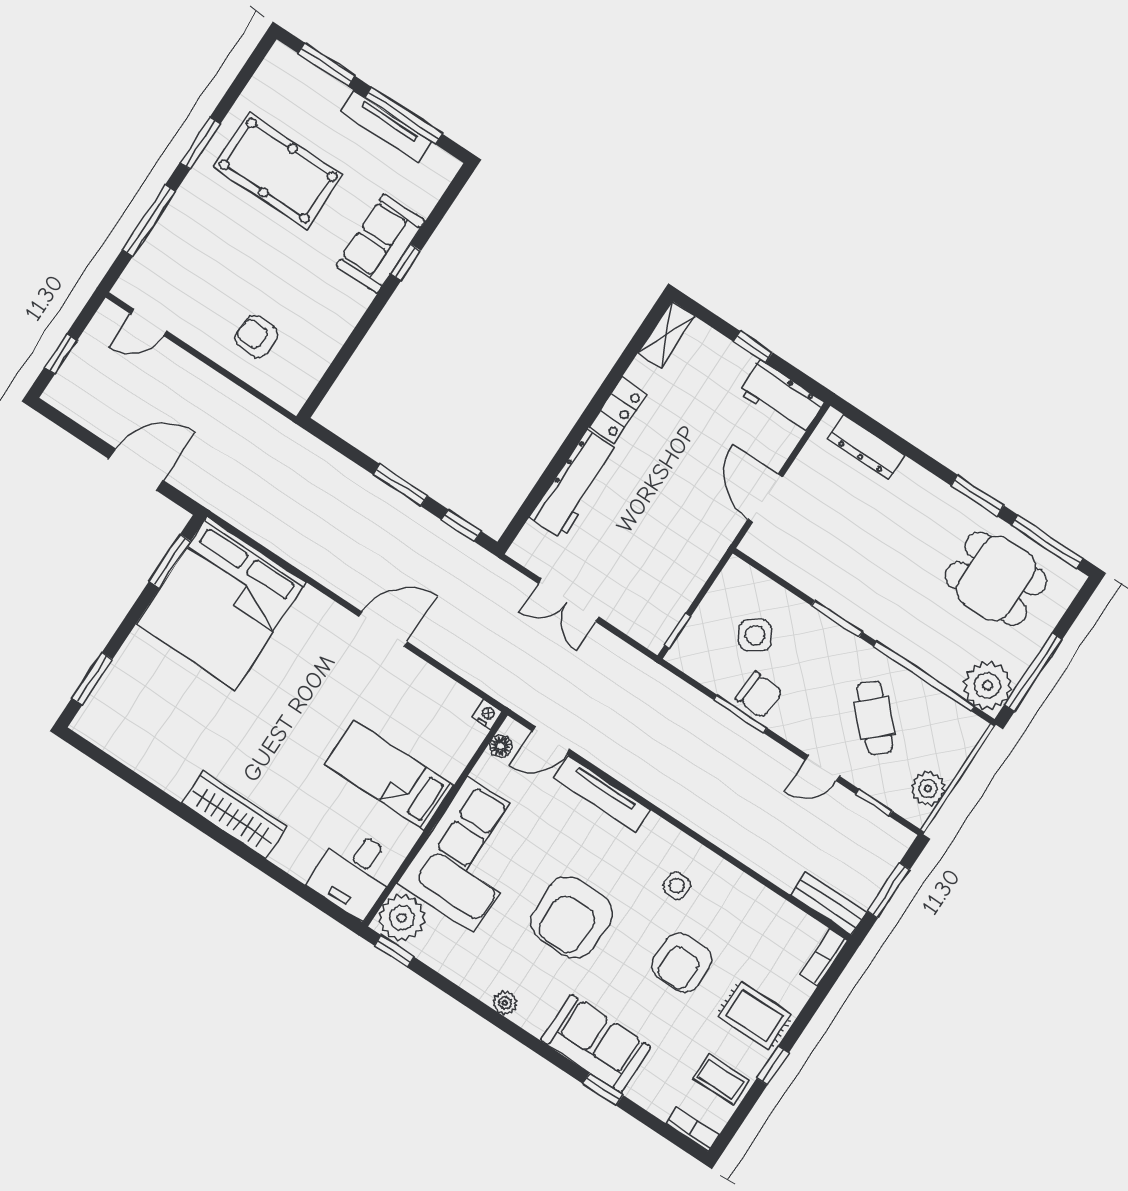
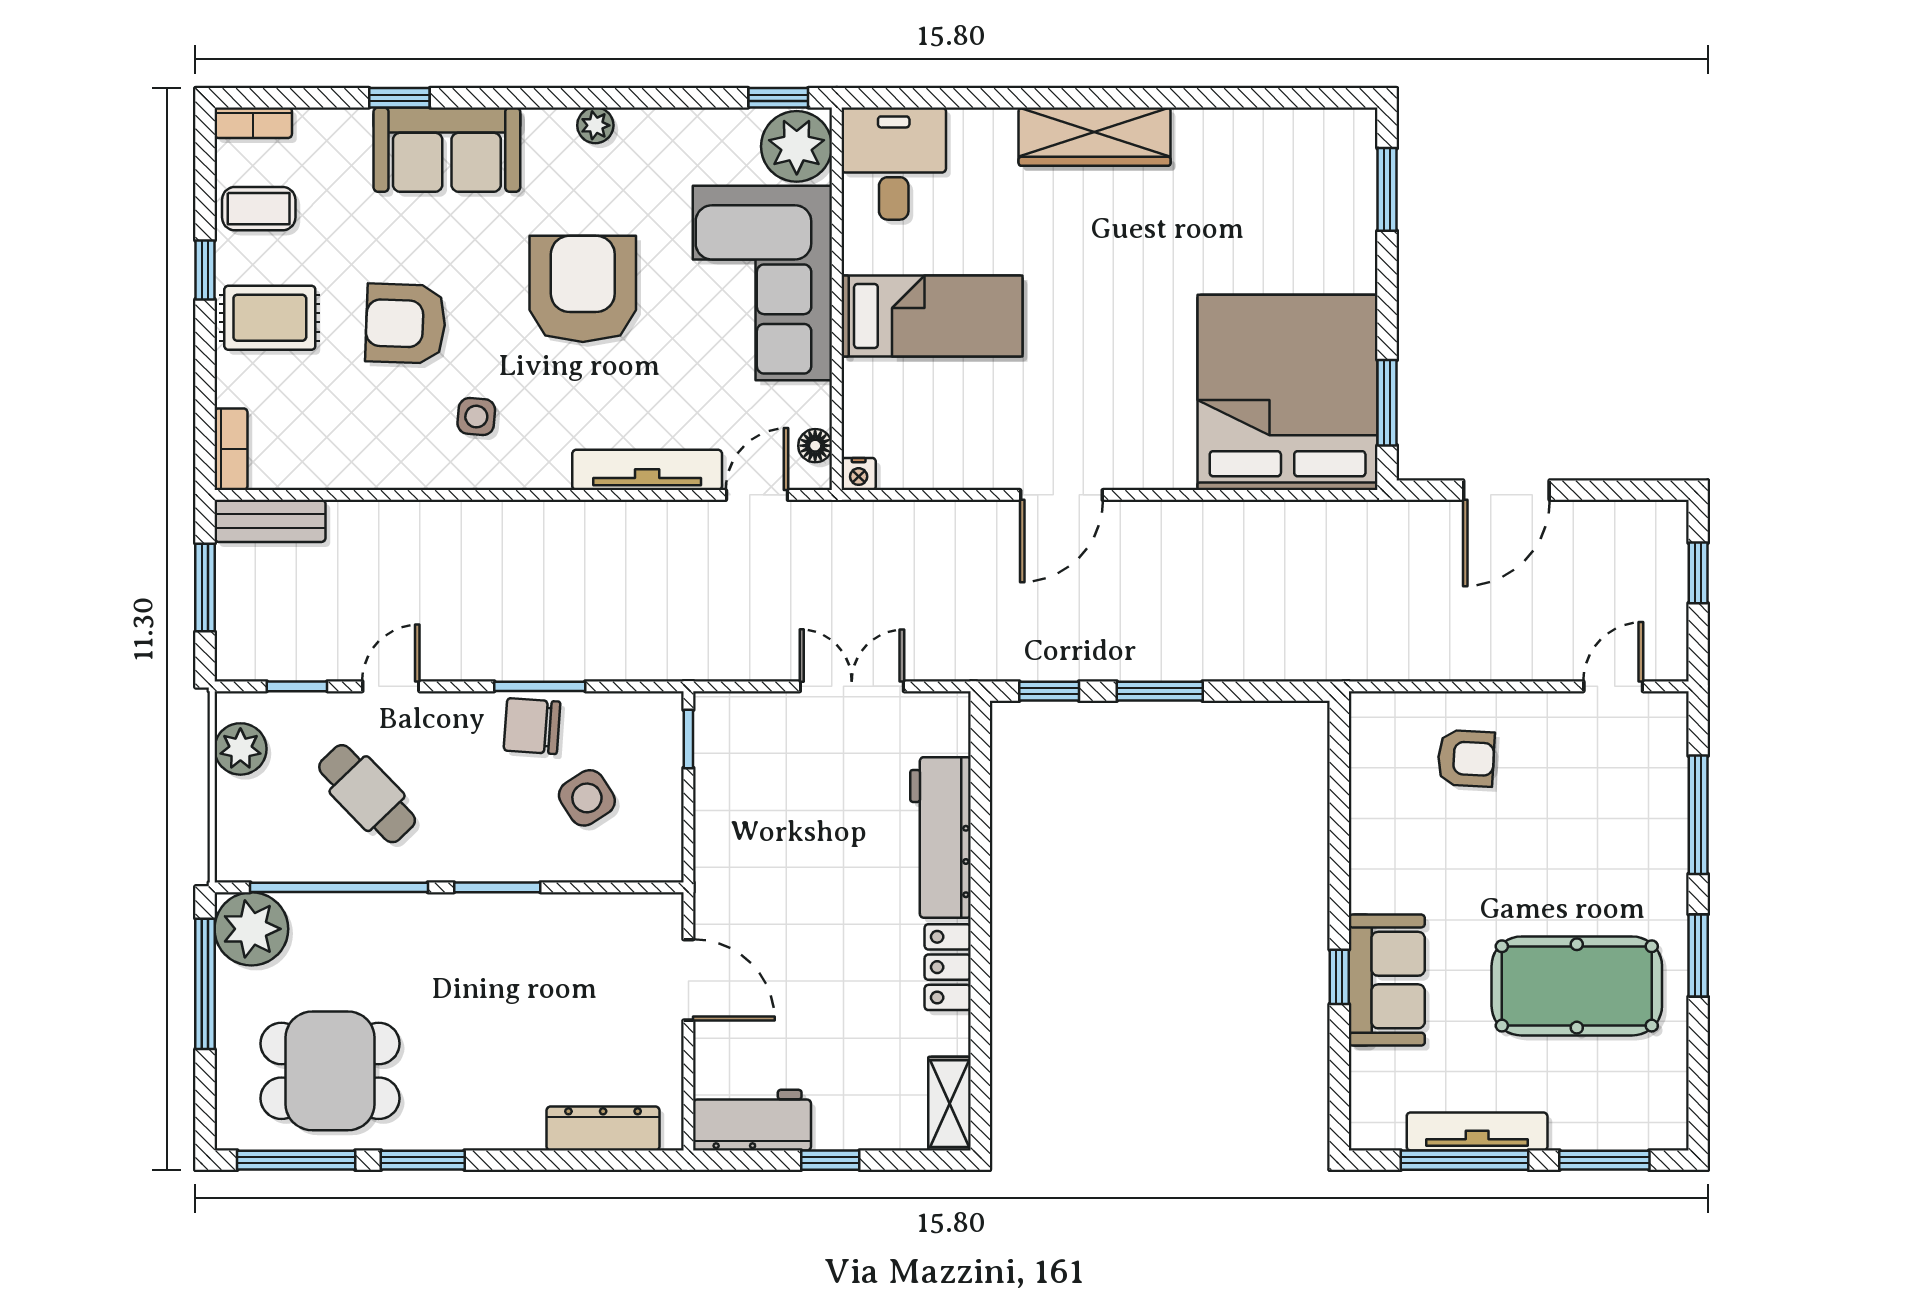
armchair: (682, 963) -> (406, 324), turned -88

